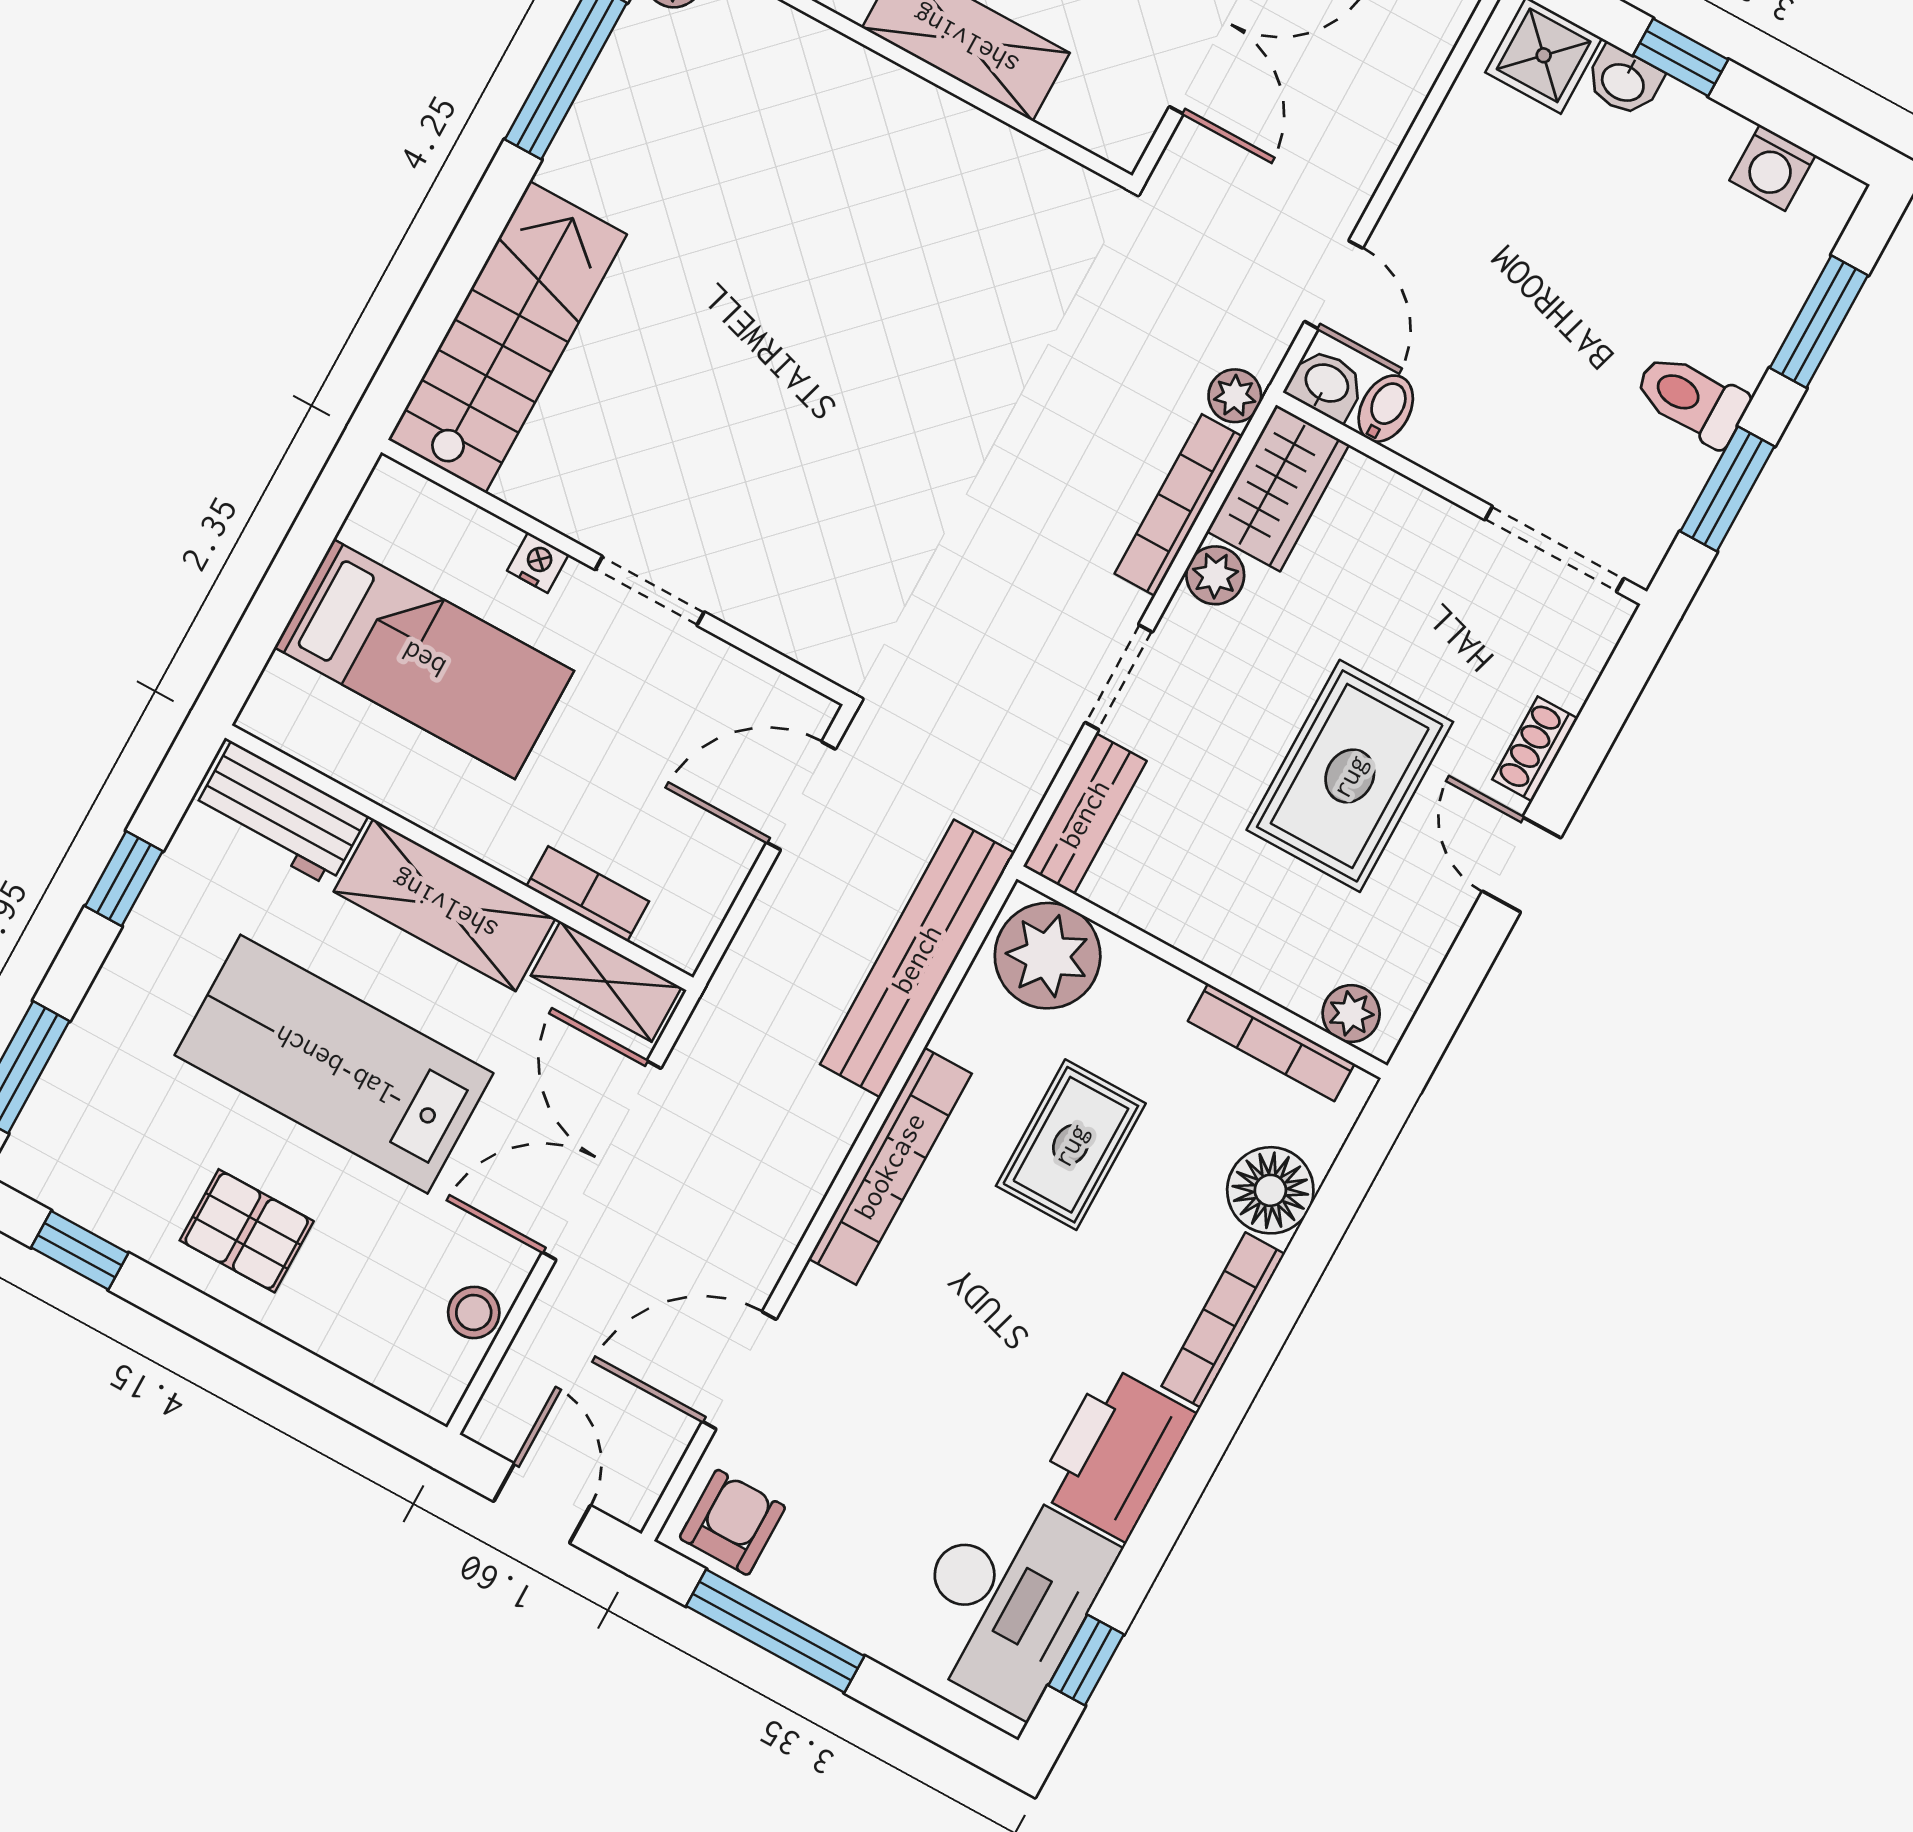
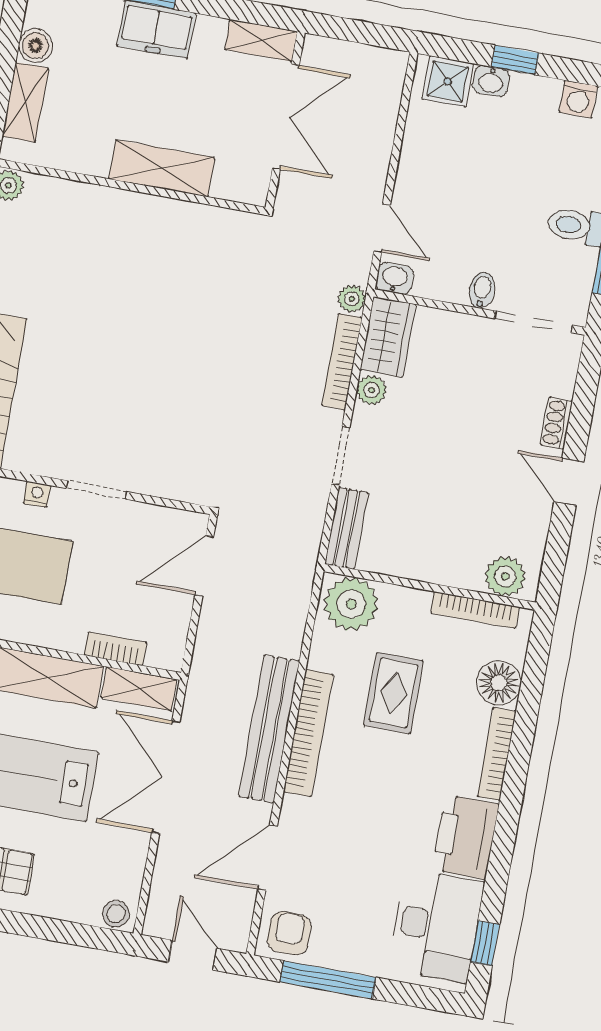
bidet: (1386, 409) -> (482, 290), moved
rug: (1350, 776) -> (470, 466), removed
bench: (917, 959) -> (269, 729), moved
plant: (1351, 1014) -> (505, 576), width x1.38, depth x1.38
stool: (474, 1312) -> (116, 914), moved

